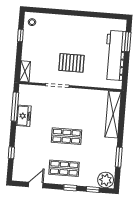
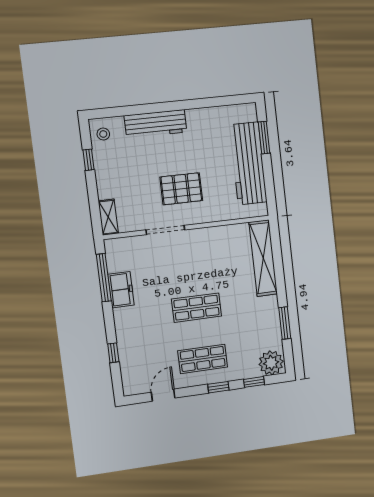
workbench: (64, 22) -> (156, 124), added

